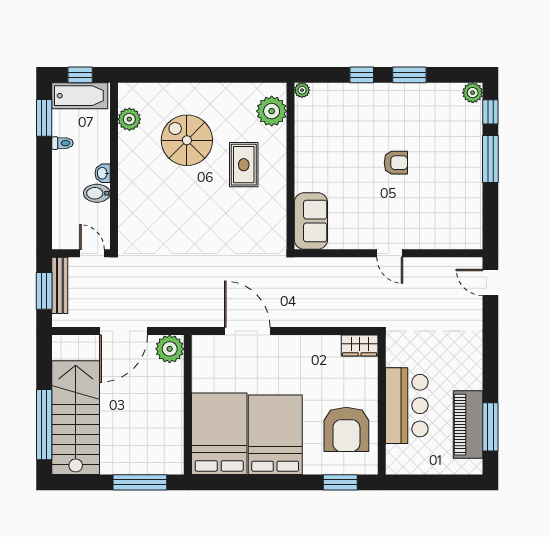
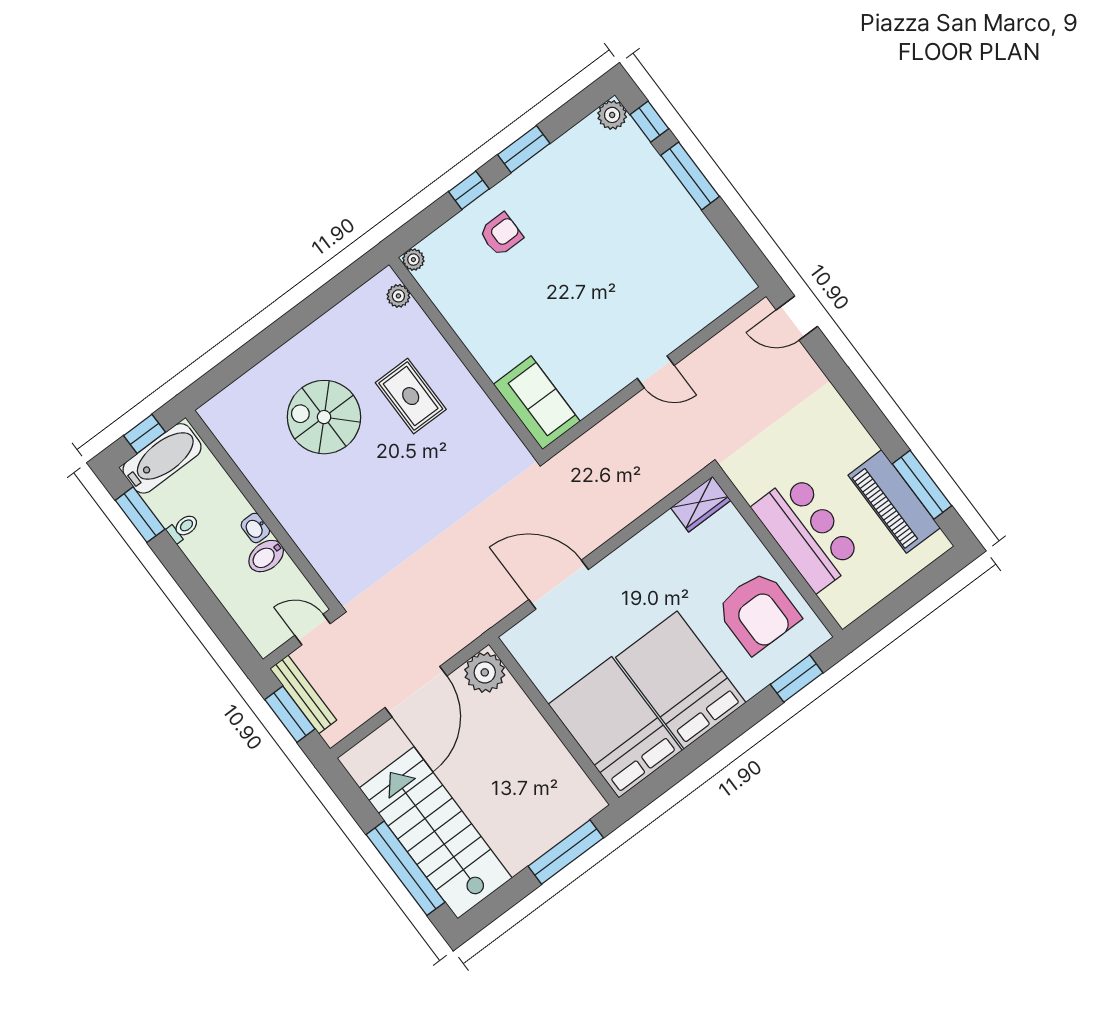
plant: (272, 111) -> (398, 296), width x0.53, depth x0.53
plant: (129, 119) -> (239, 443), removed
armchair: (396, 163) -> (501, 234), moved

